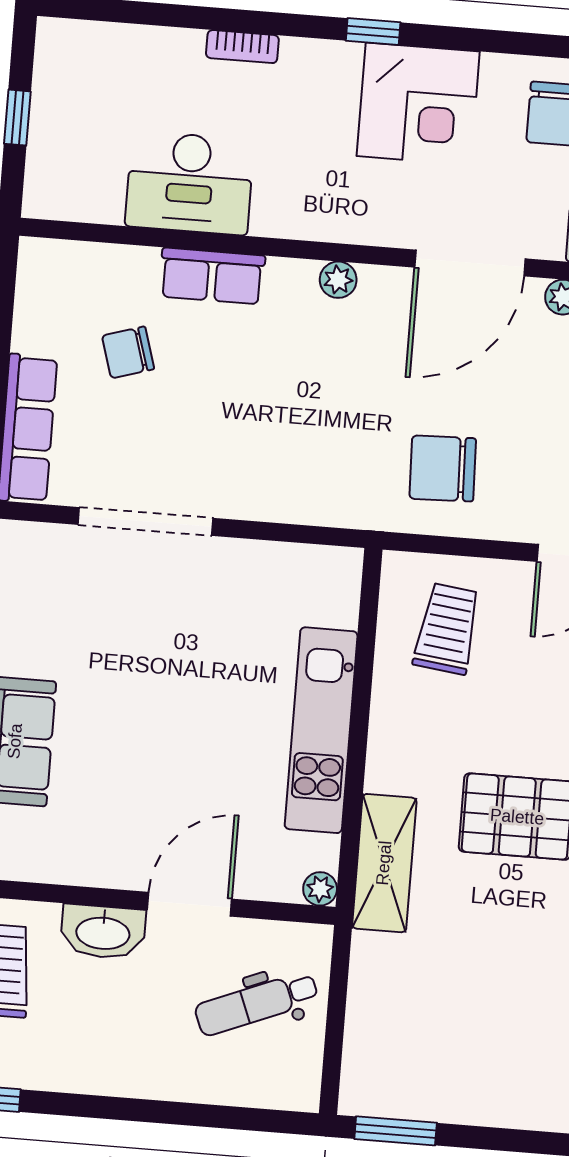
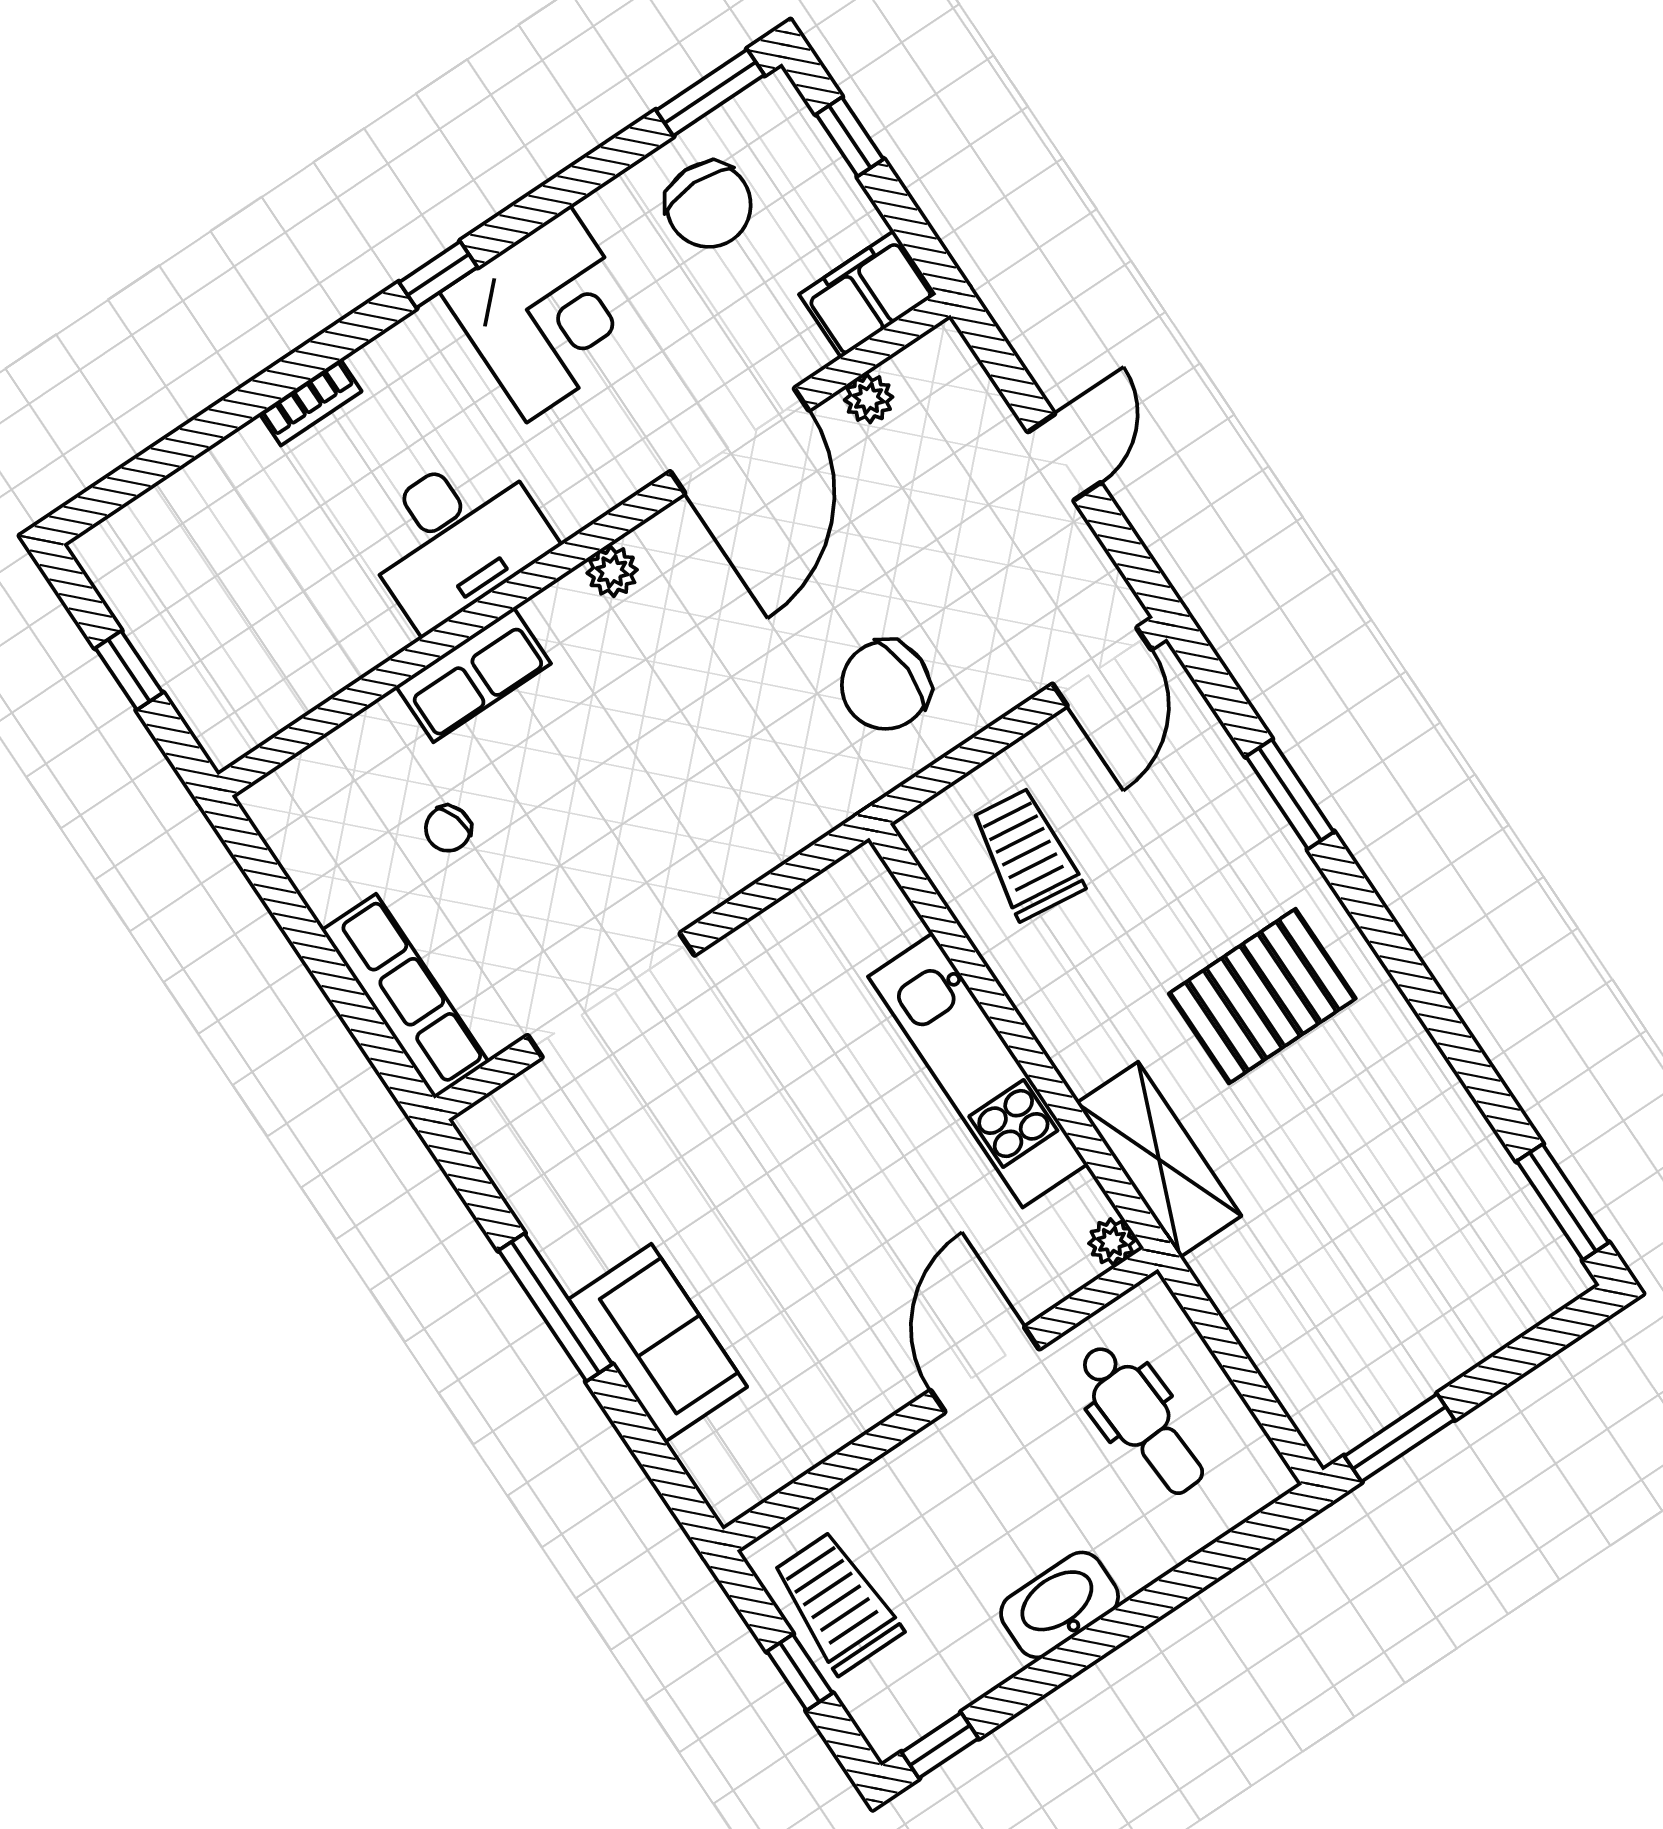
desk: (190, 183) -> (455, 537), moved
chair: (128, 352) -> (448, 829), width x0.73, depth x0.73
washbasin: (103, 932) -> (1060, 1605), moved, turned 180
dental chair: (257, 1003) -> (1141, 1419), turned -71

